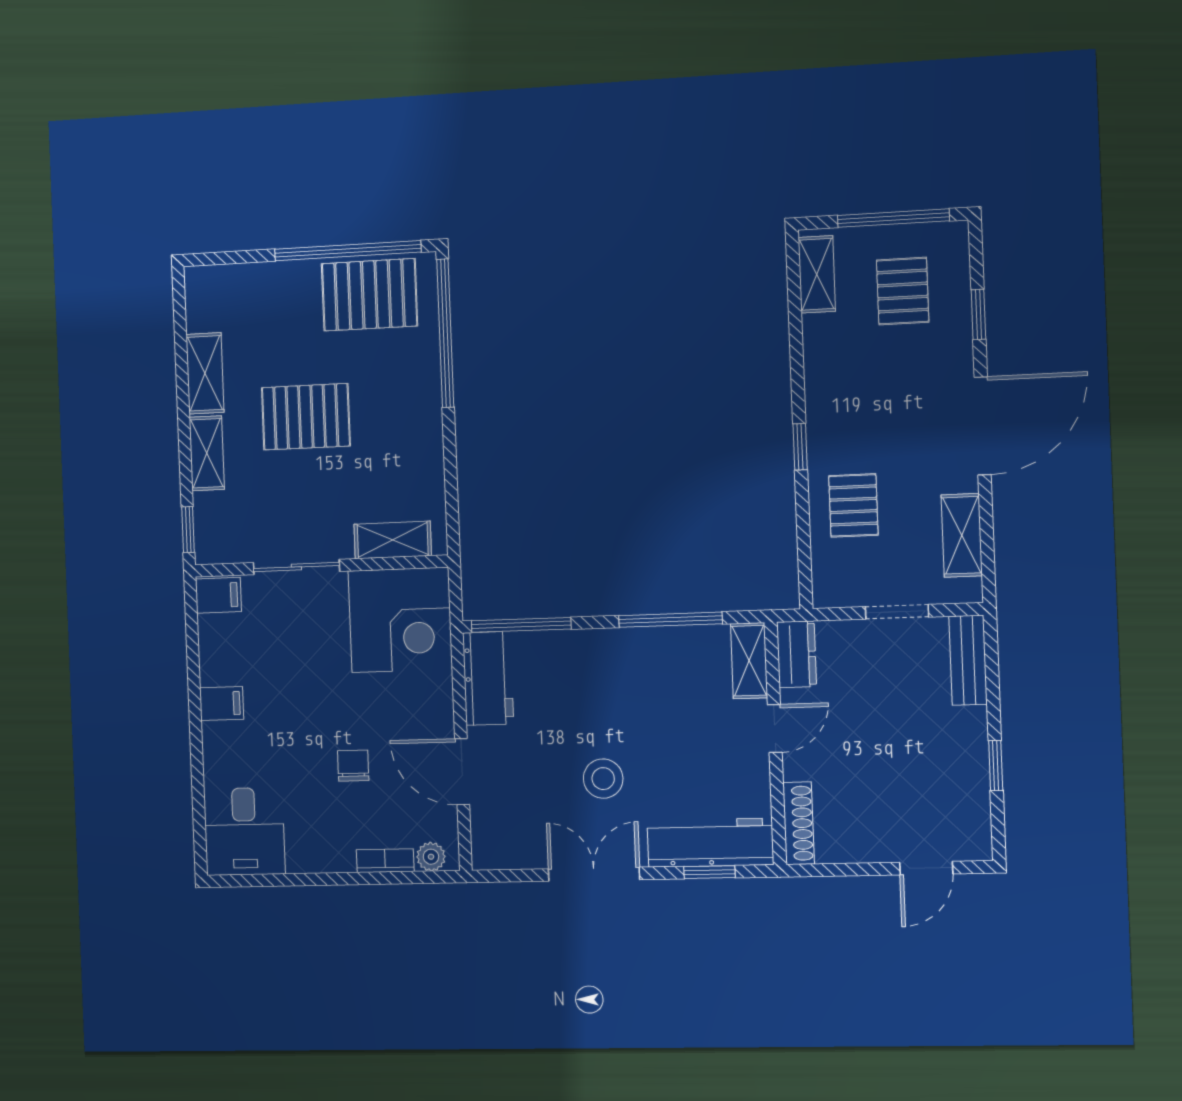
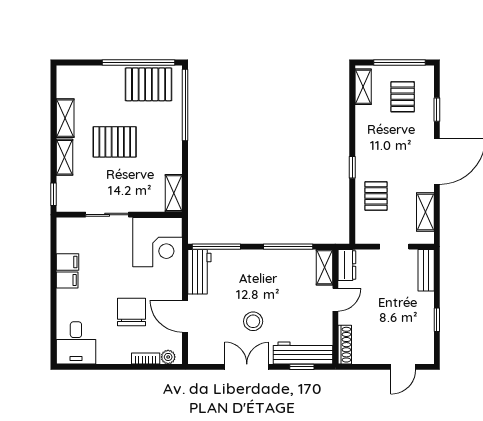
shelving: (393, 540) -> (174, 193), moved, turned 90
filing cabinet: (218, 595) -> (68, 262), moved
chair: (353, 766) -> (132, 312), width x1.87, depth x1.87

